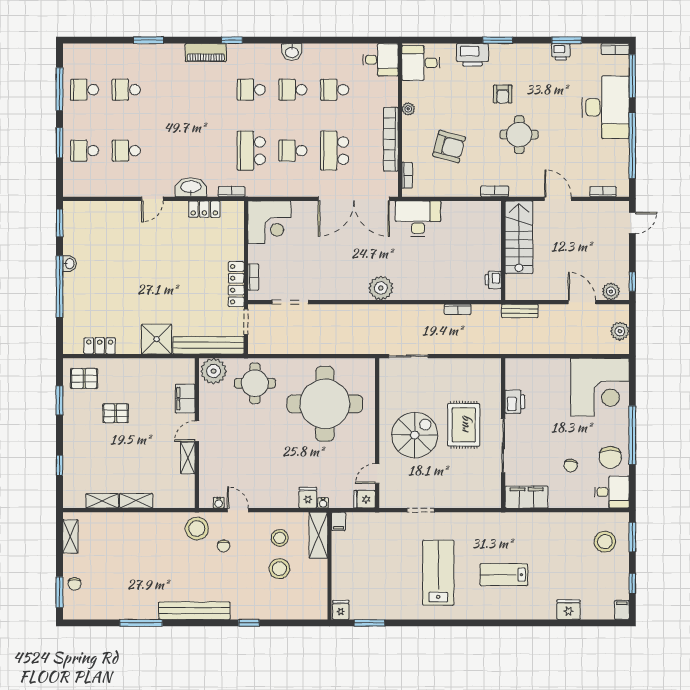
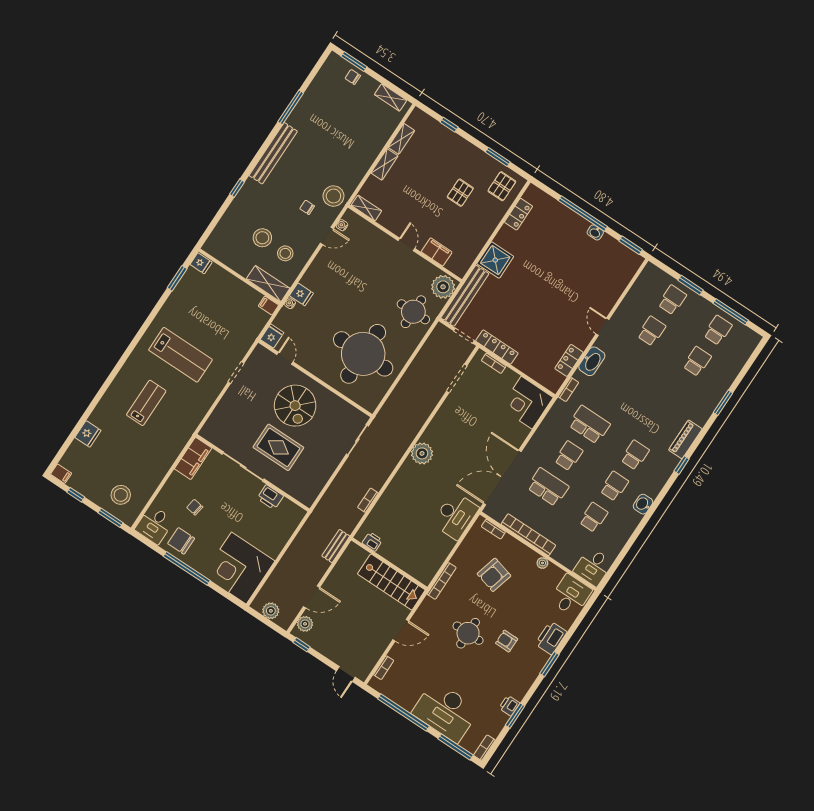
bookcase: (495, 191) -> (442, 581), width x1.56
shelving: (188, 458) -> (366, 208), moved

